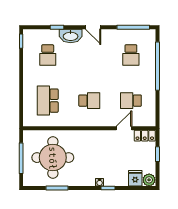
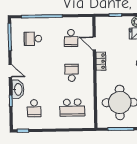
door: (93, 27) -> (10, 71), hinge flipped
school desk: (48, 55) -> (34, 108), turned 90
school desk: (131, 55) -> (33, 39), turned 180
locker: (145, 136) -> (101, 61), moved

